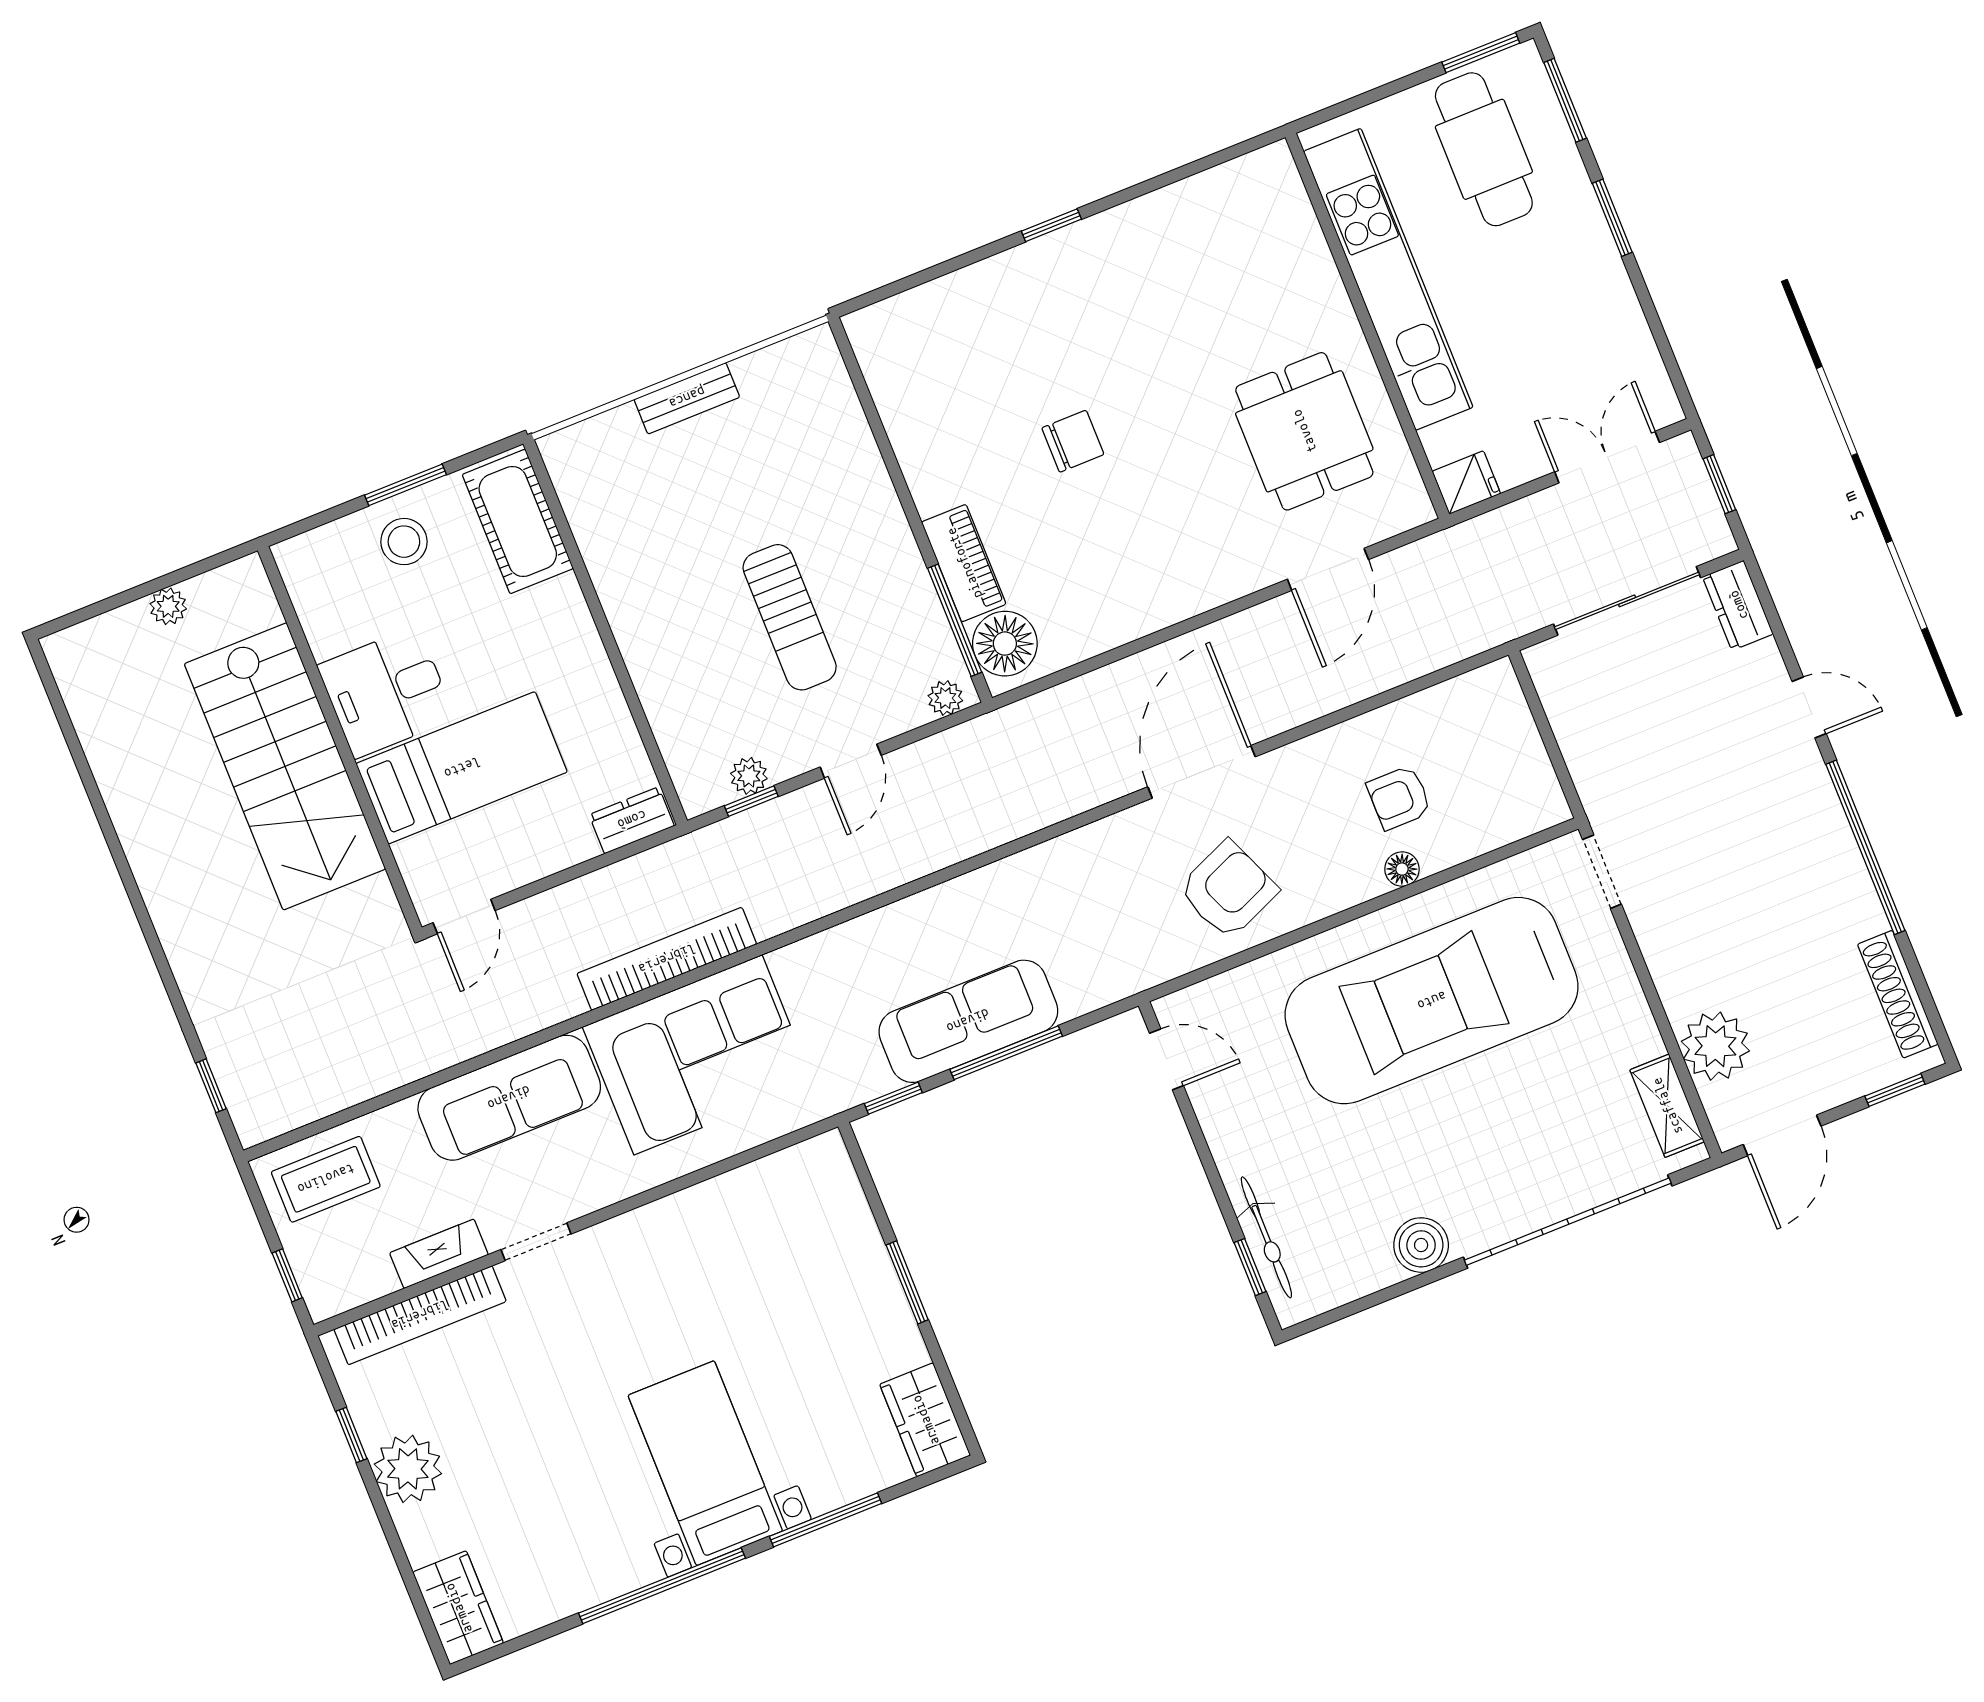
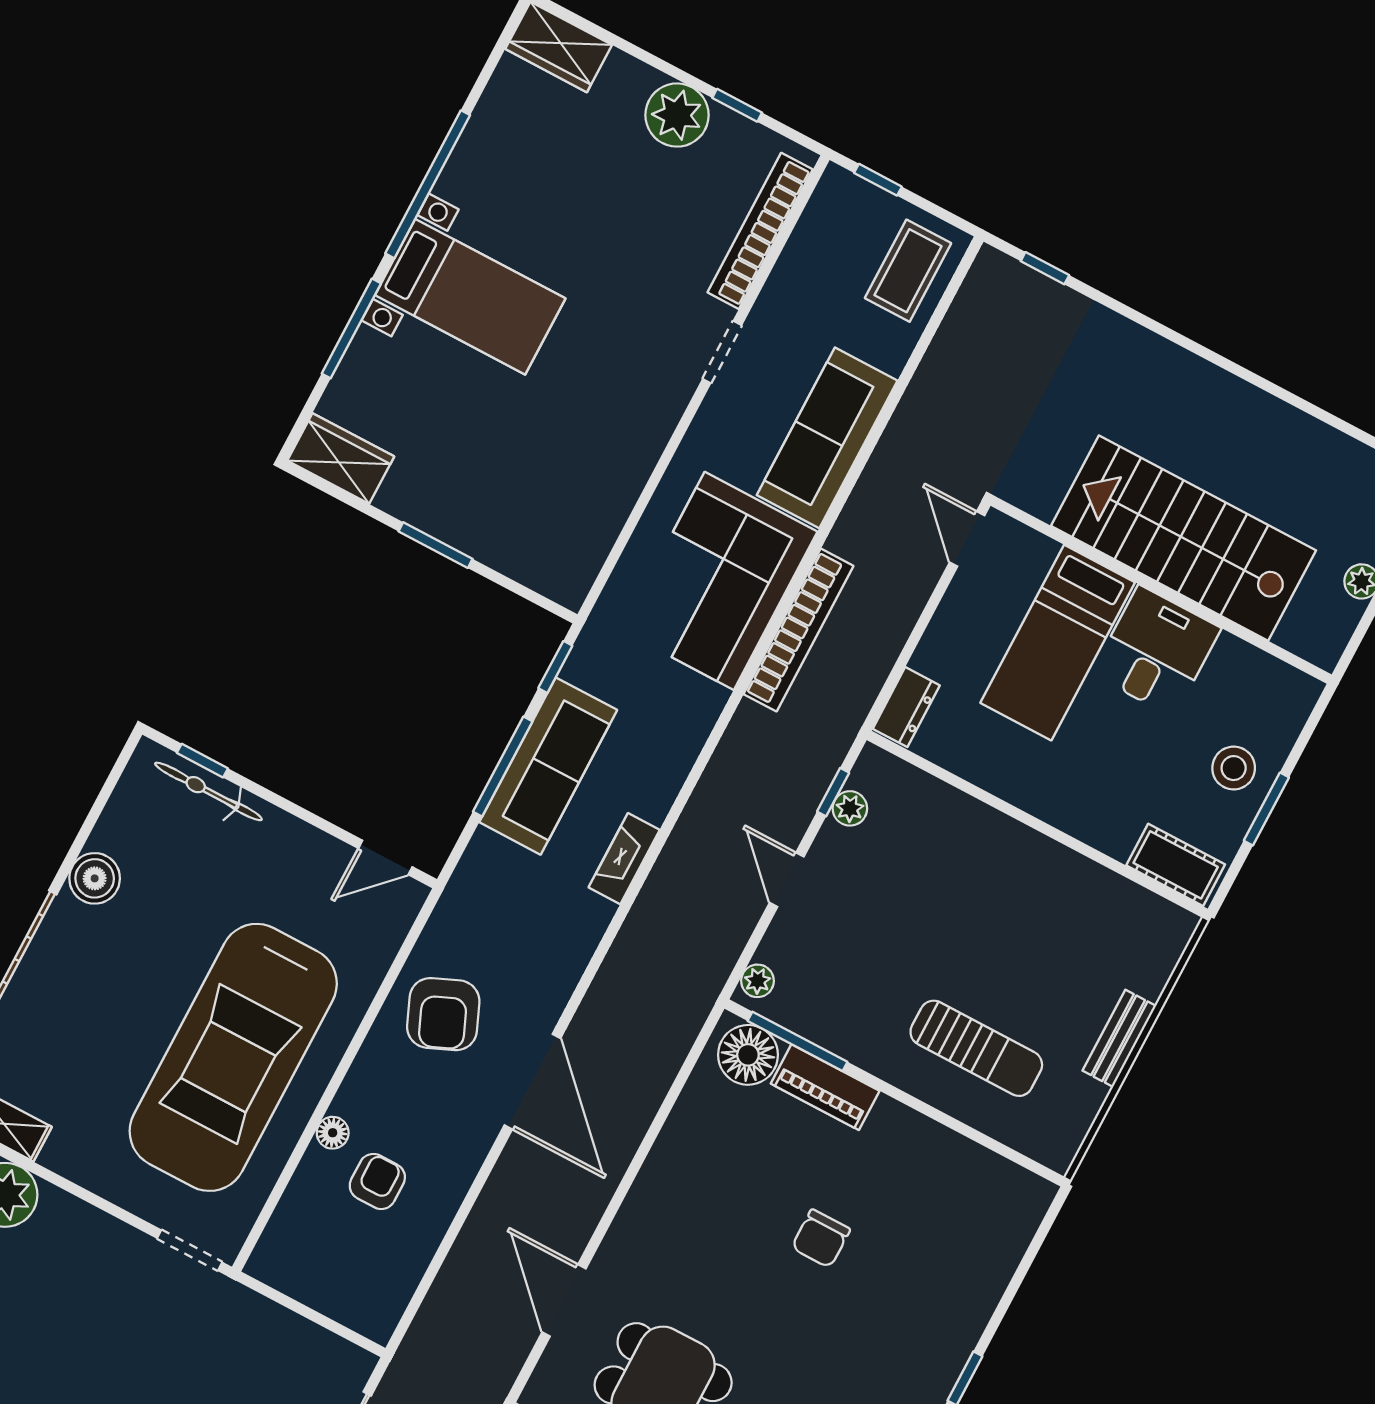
cot: (518, 521) -> (1176, 865), width x0.73, depth x0.75
sun lounger: (790, 617) -> (976, 1048), moved, turned 180
car: (1432, 1001) -> (233, 1057), turned 180
fireplace: (439, 1254) -> (624, 859), moved, turned 180

